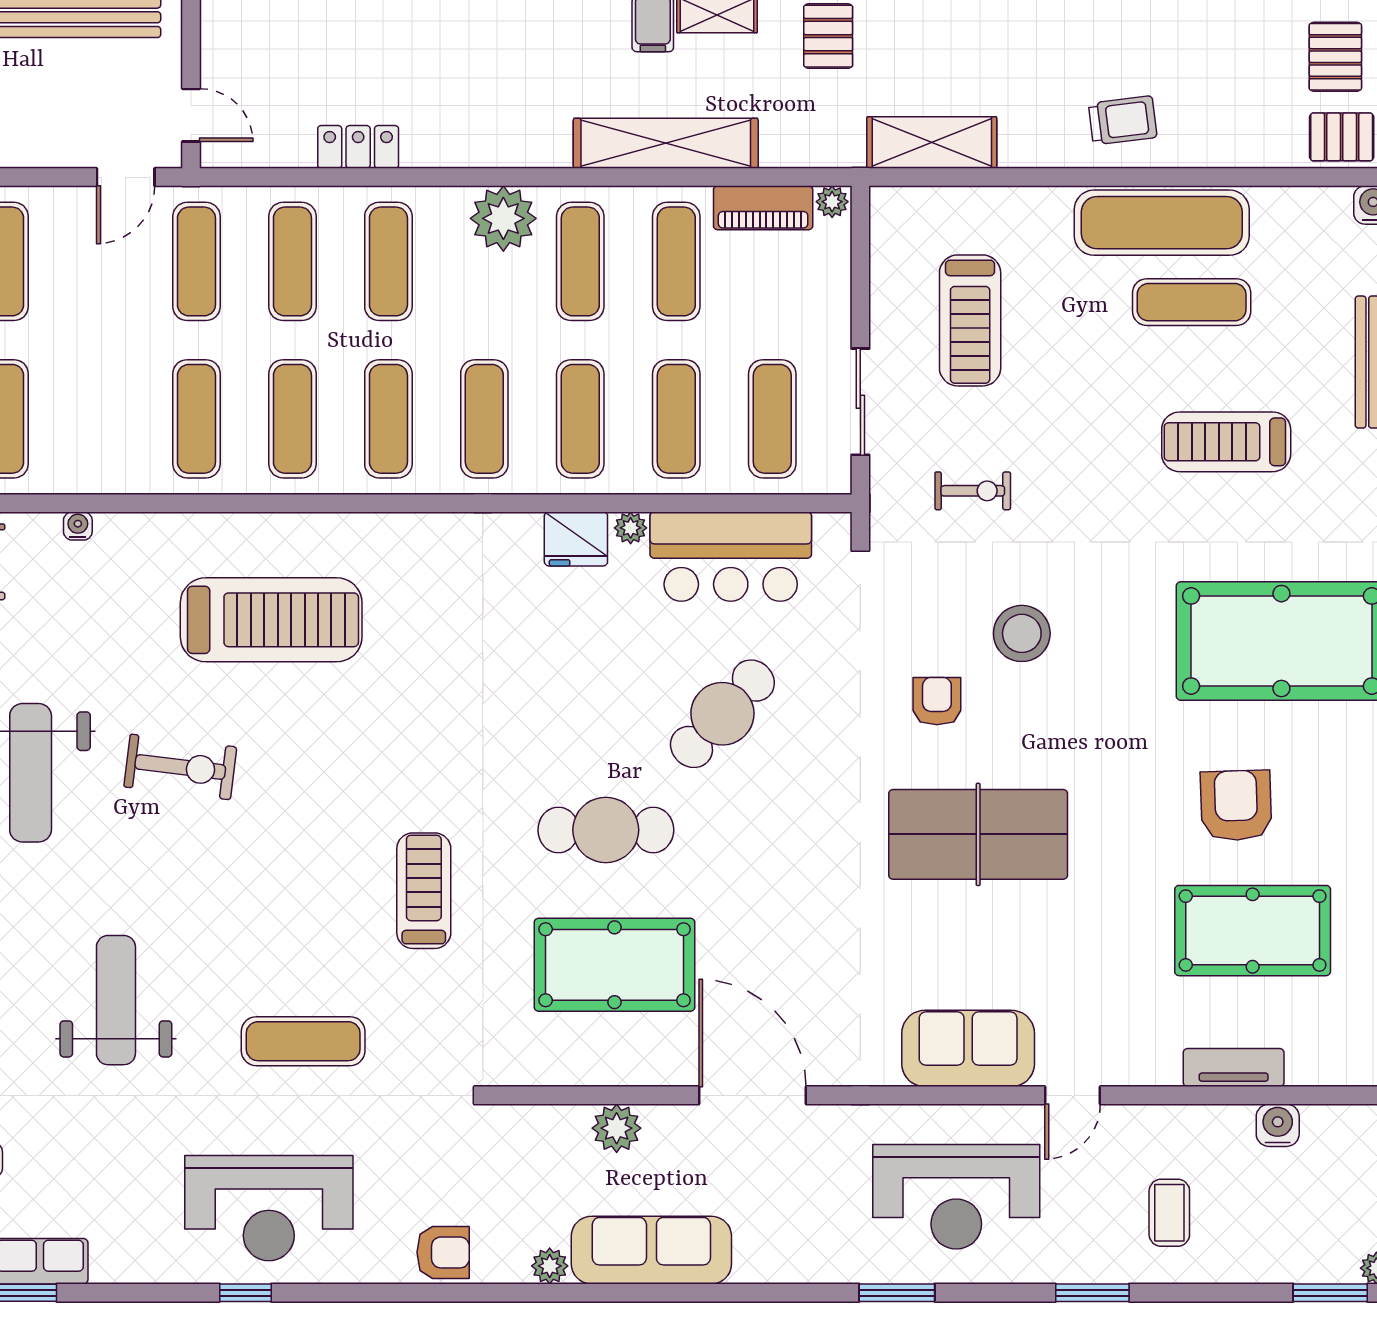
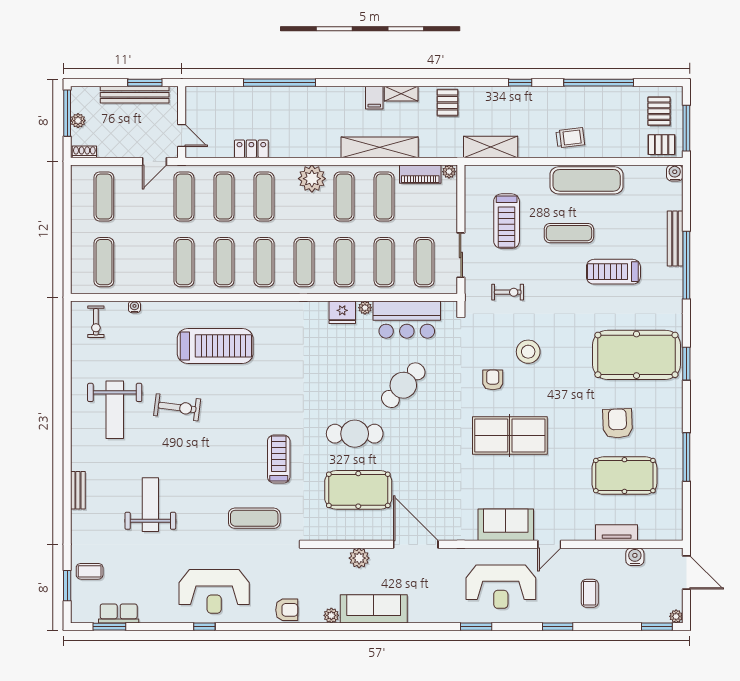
exercise mat: (1192, 302) -> (569, 233), moved
exercise mat: (303, 1041) -> (254, 518), moved

